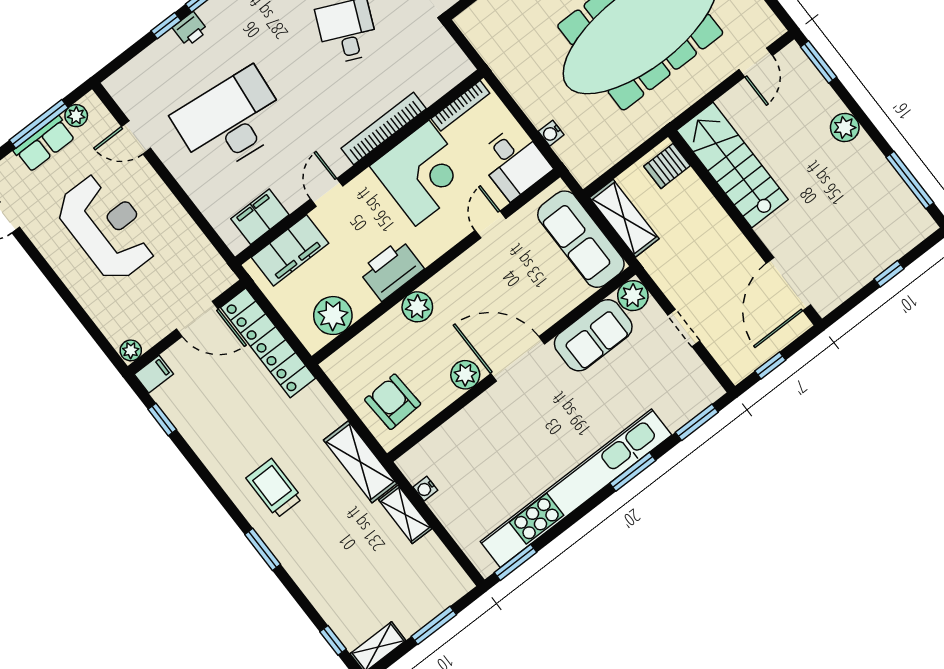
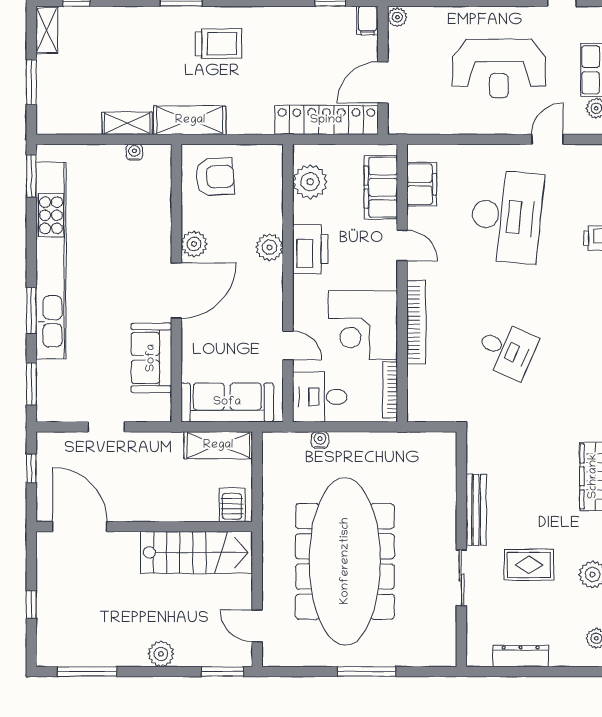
plant: (633, 296) -> (158, 408), removed

